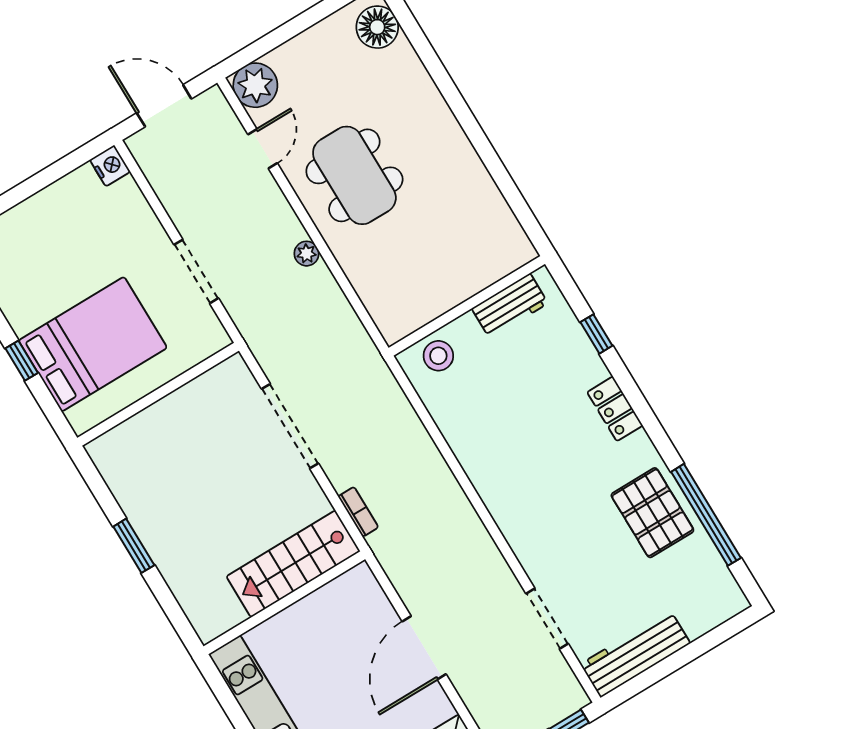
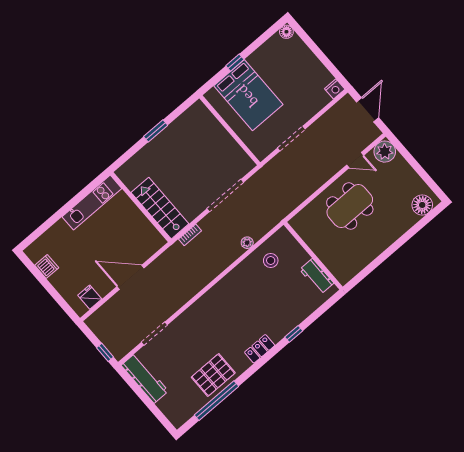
plant: (307, 254) -> (247, 243), moved
wall: (467, 306) -> (313, 256), moved
workbench: (510, 306) -> (317, 276), moved

